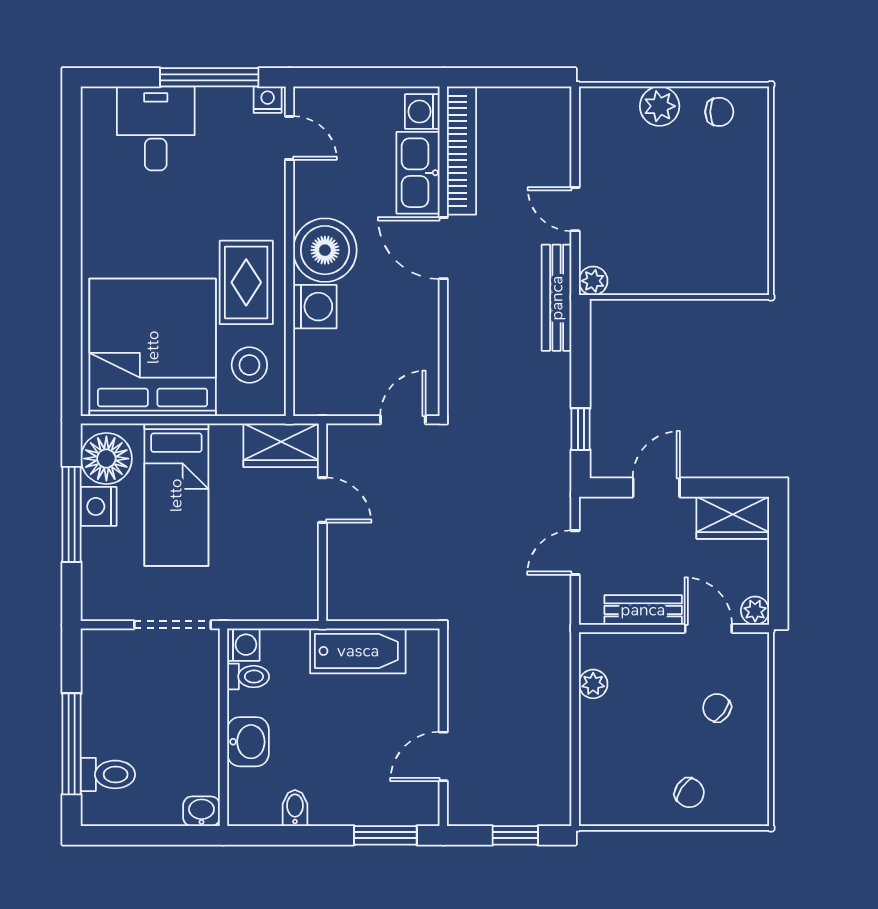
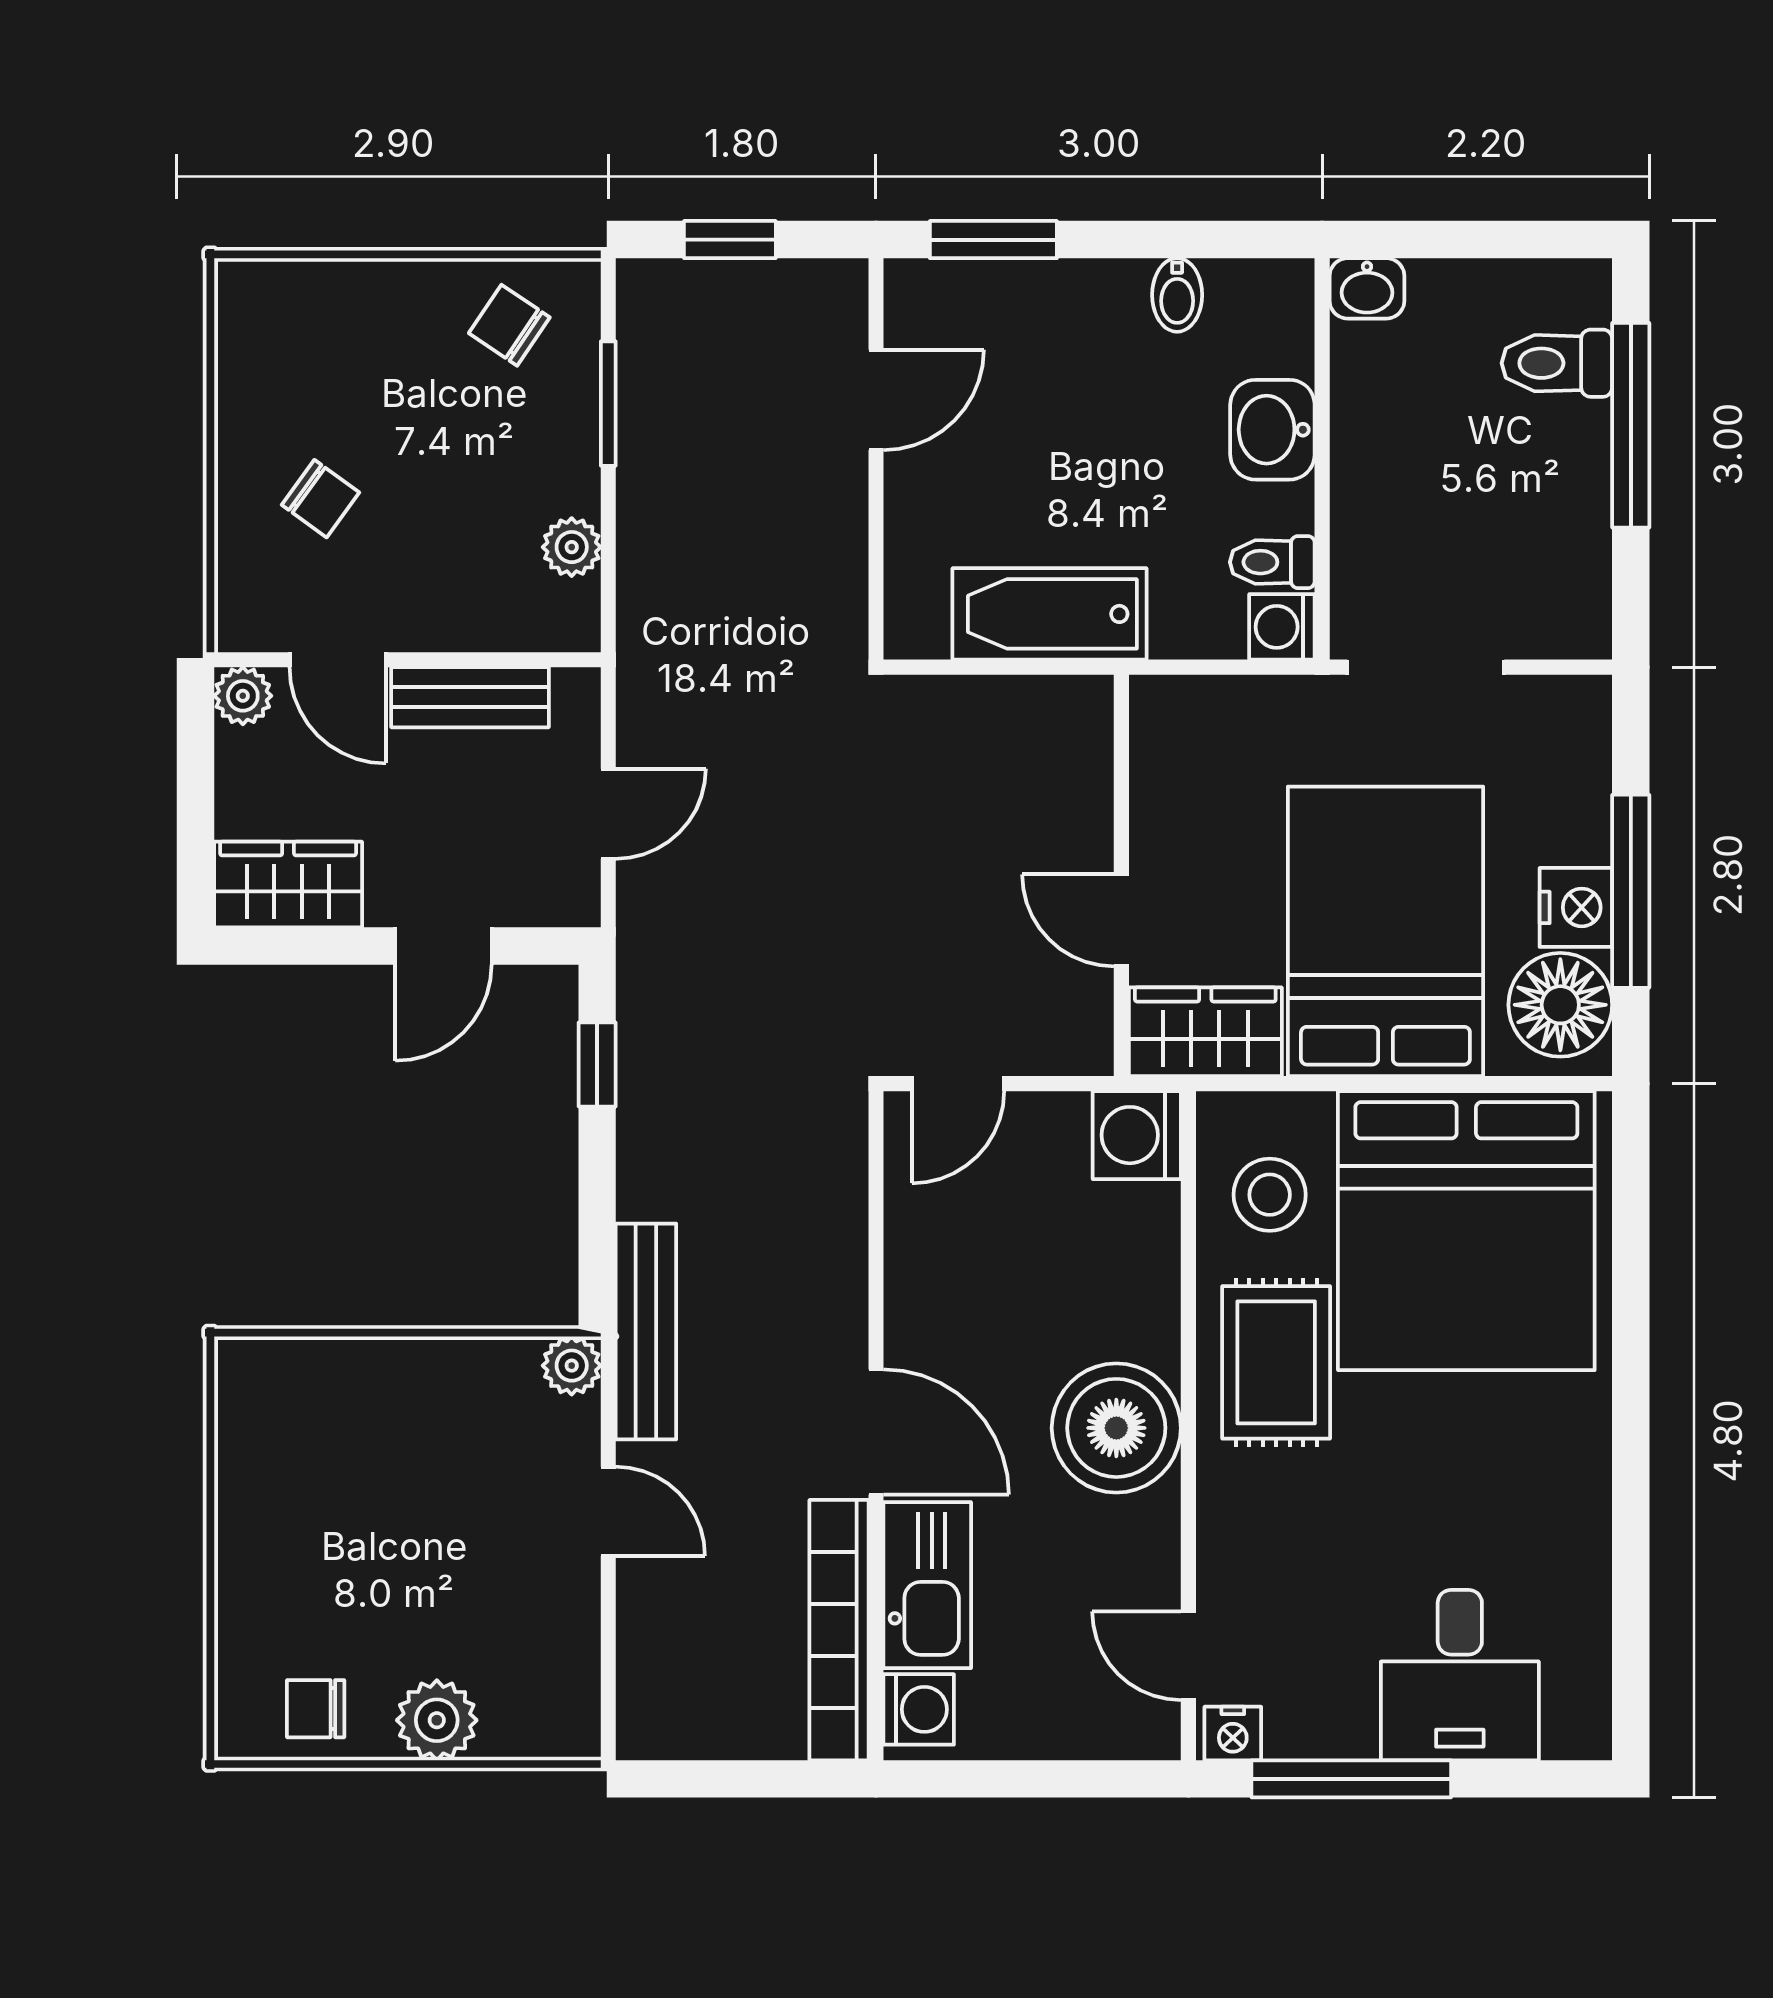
washing machine: (315, 307) -> (1137, 1135), moved
bed: (176, 495) -> (1385, 931), width x1.50
window: (575, 755) -> (608, 404), added
chair: (689, 793) -> (509, 325), moved

